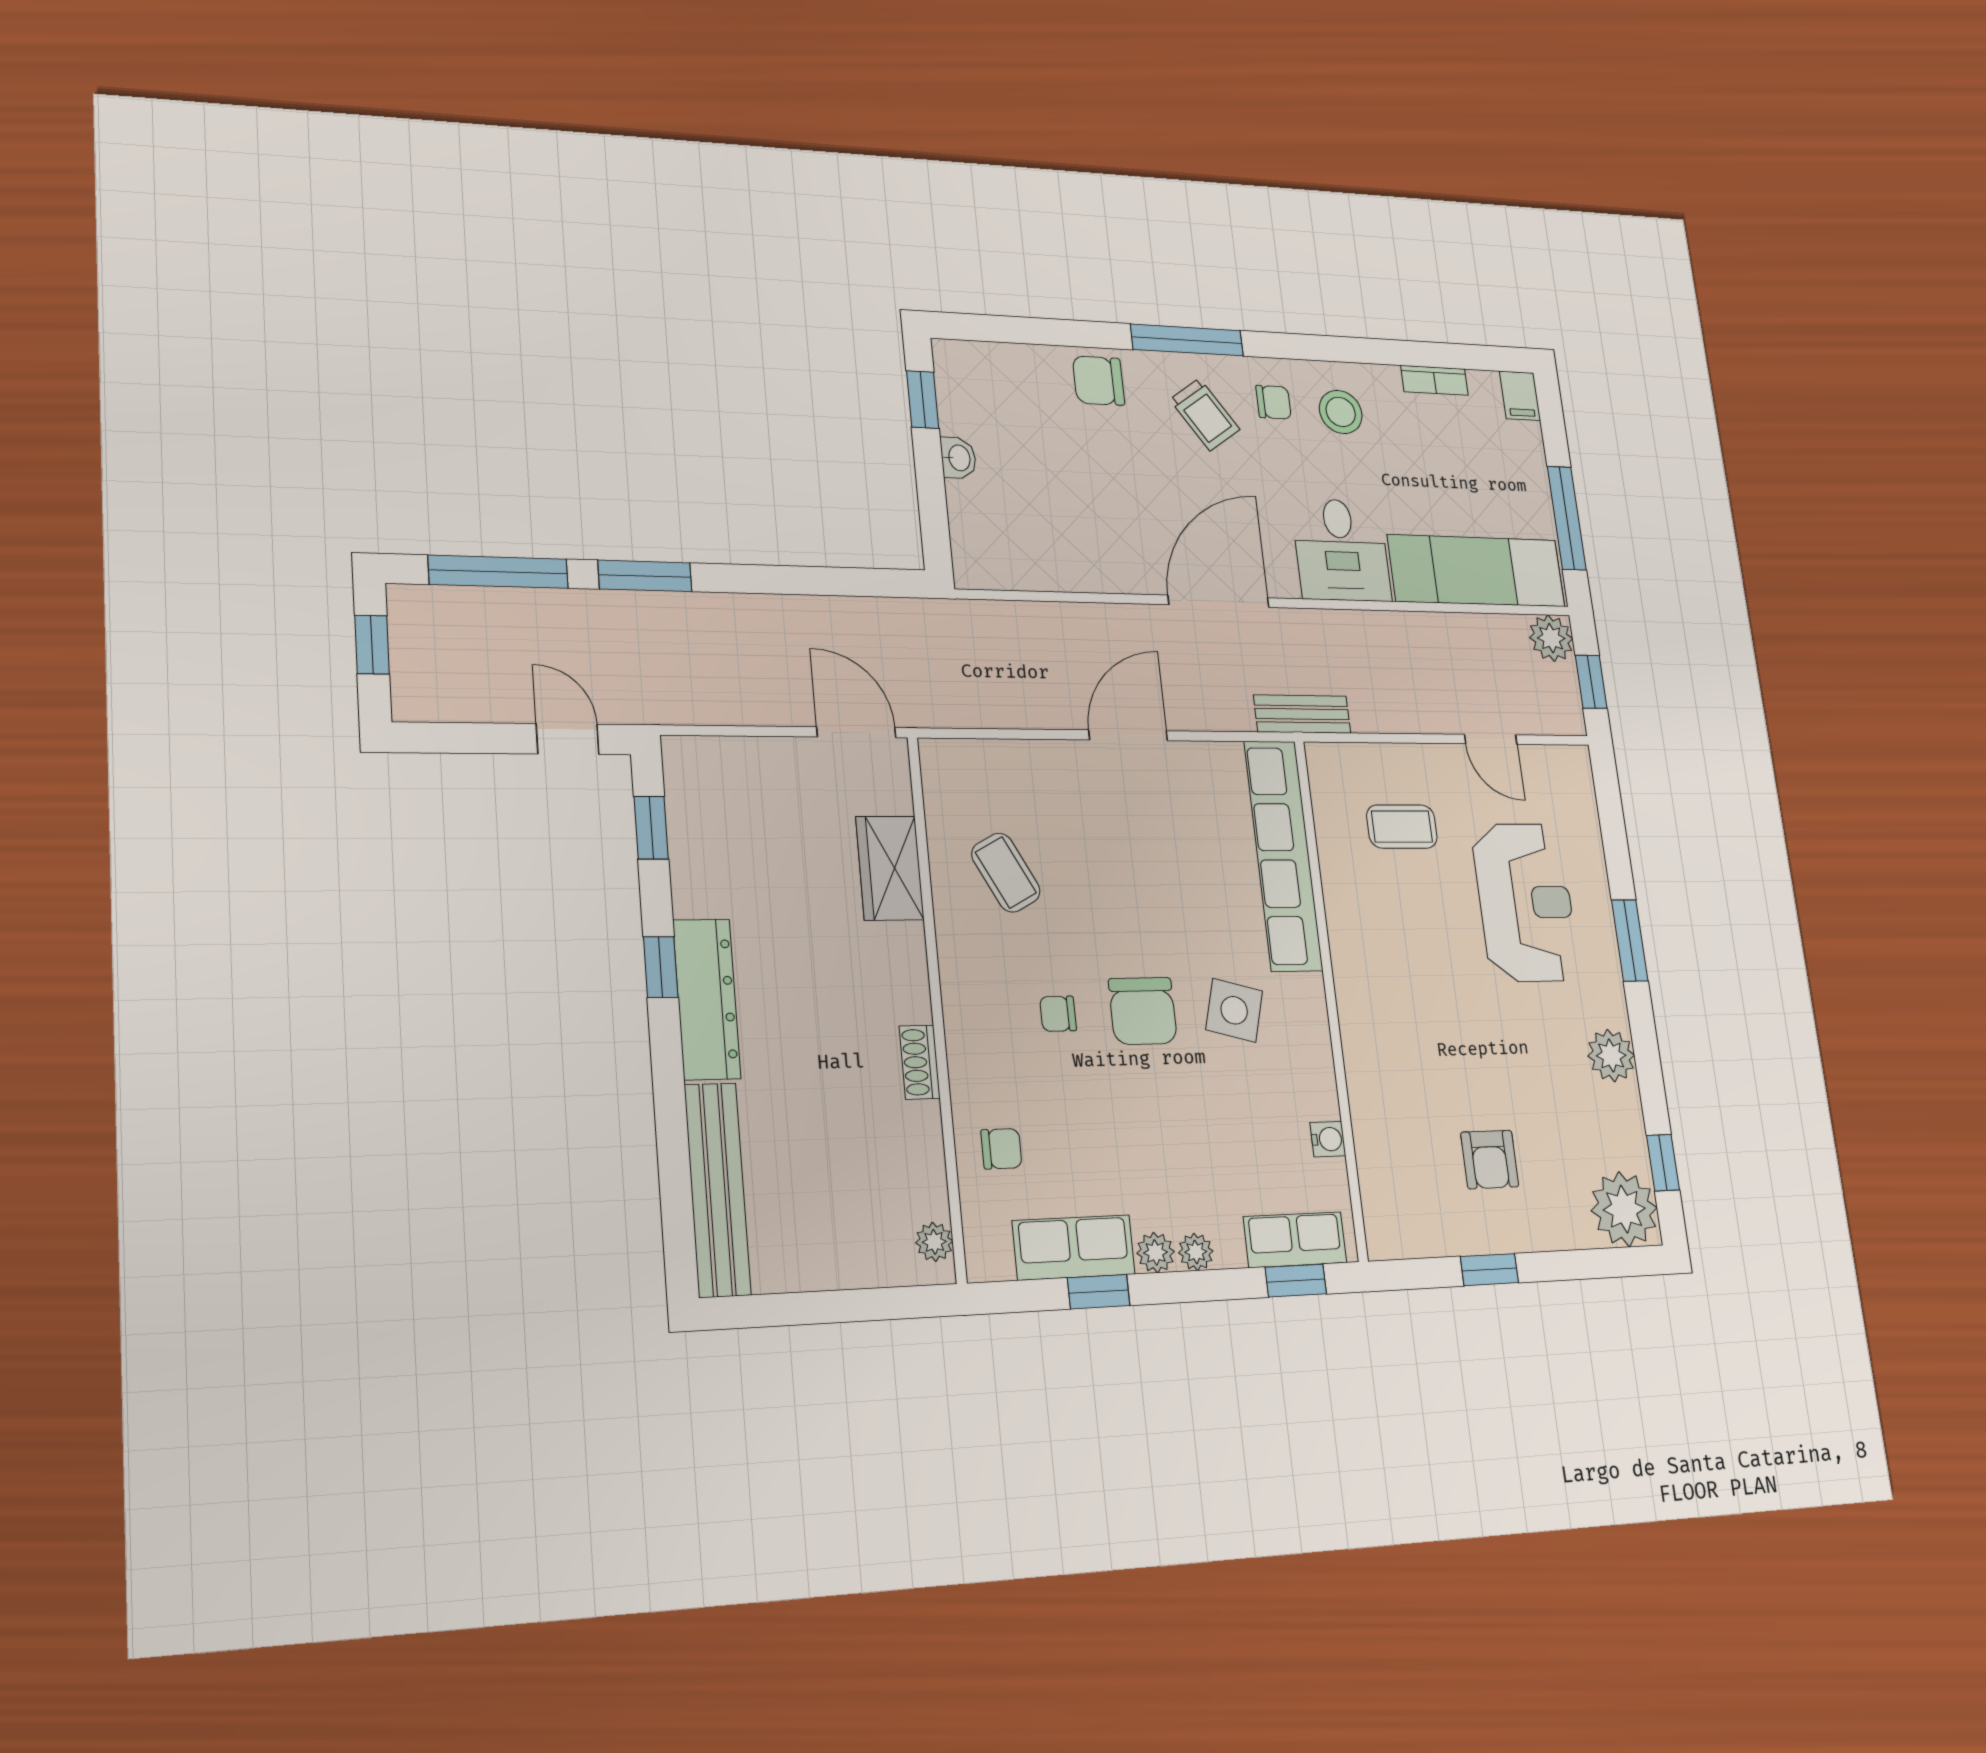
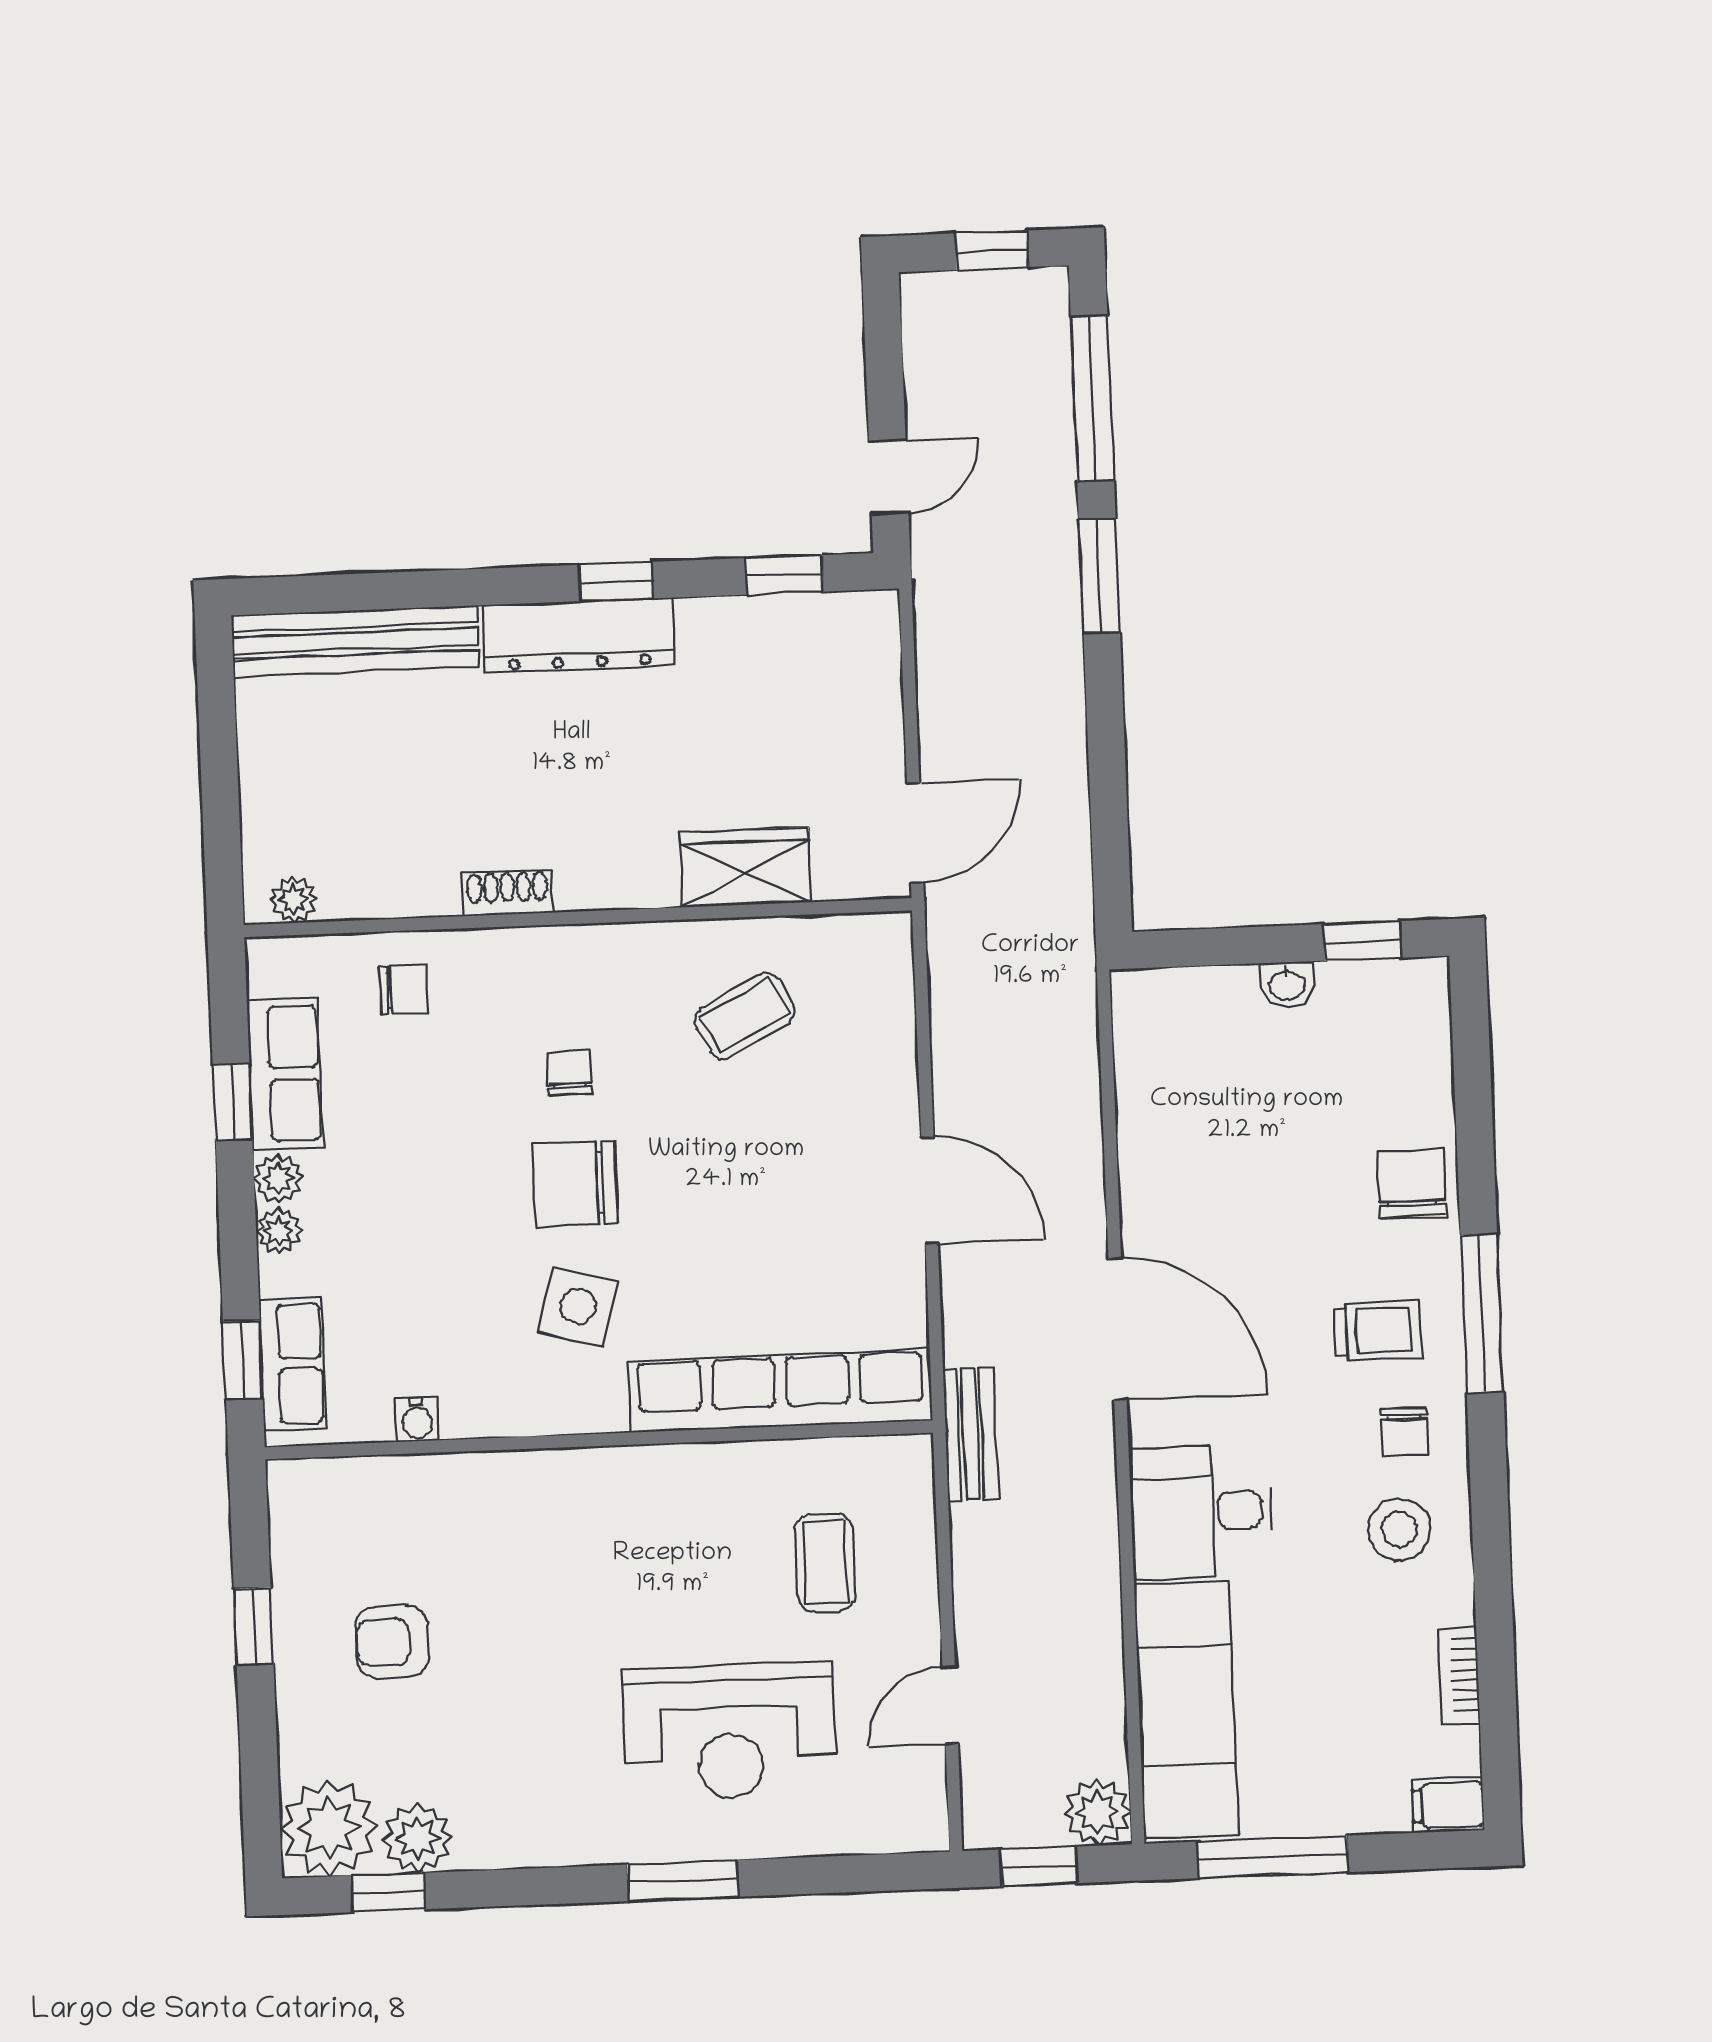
trolley: (1205, 414) -> (1377, 1331), turned -145
plant: (1611, 1056) -> (418, 1838), moved
chair: (1001, 1149) -> (404, 990), turned -90

